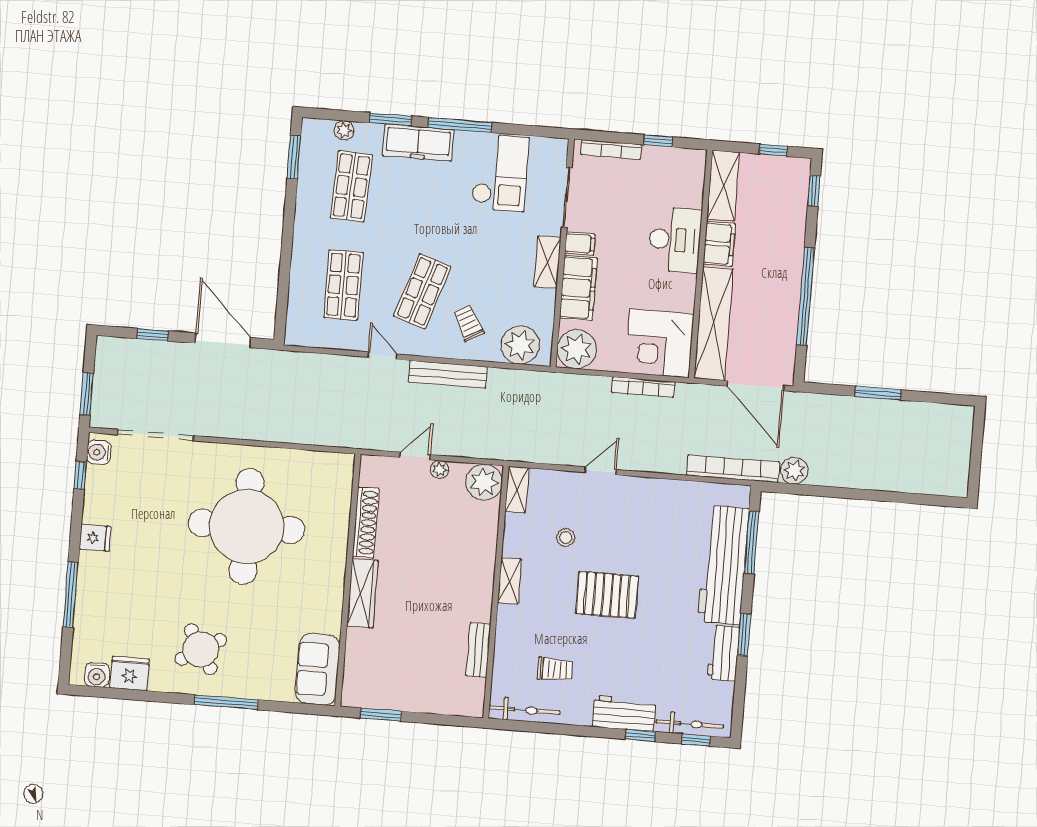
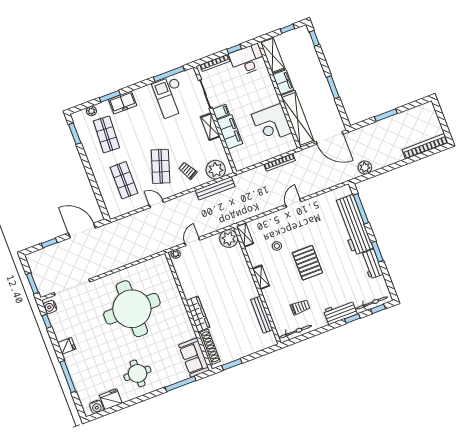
window: (460, 125) -> (169, 74), moved
freezer: (418, 143) -> (123, 102), width x0.71
checkout: (500, 173) -> (170, 97), turned 180
desk: (675, 240) -> (248, 60), moved, turned -90
window: (806, 296) -> (333, 87), width x0.47
corner desk: (660, 343) -> (272, 124), moved
plant: (577, 349) -> (242, 160), removed
bench: (448, 374) -> (215, 188), moved
bookcase: (733, 469) -> (425, 146), moved
plant: (440, 470) -> (176, 254), moved
door: (601, 471) -> (293, 203), moved
shoe rack: (366, 522) -> (209, 347), moved
pallet: (607, 595) -> (308, 263), turned 90
round table: (201, 649) -> (138, 373), turned 31
bench: (479, 650) -> (262, 315), width x1.36
window: (226, 702) -> (181, 384), moved

